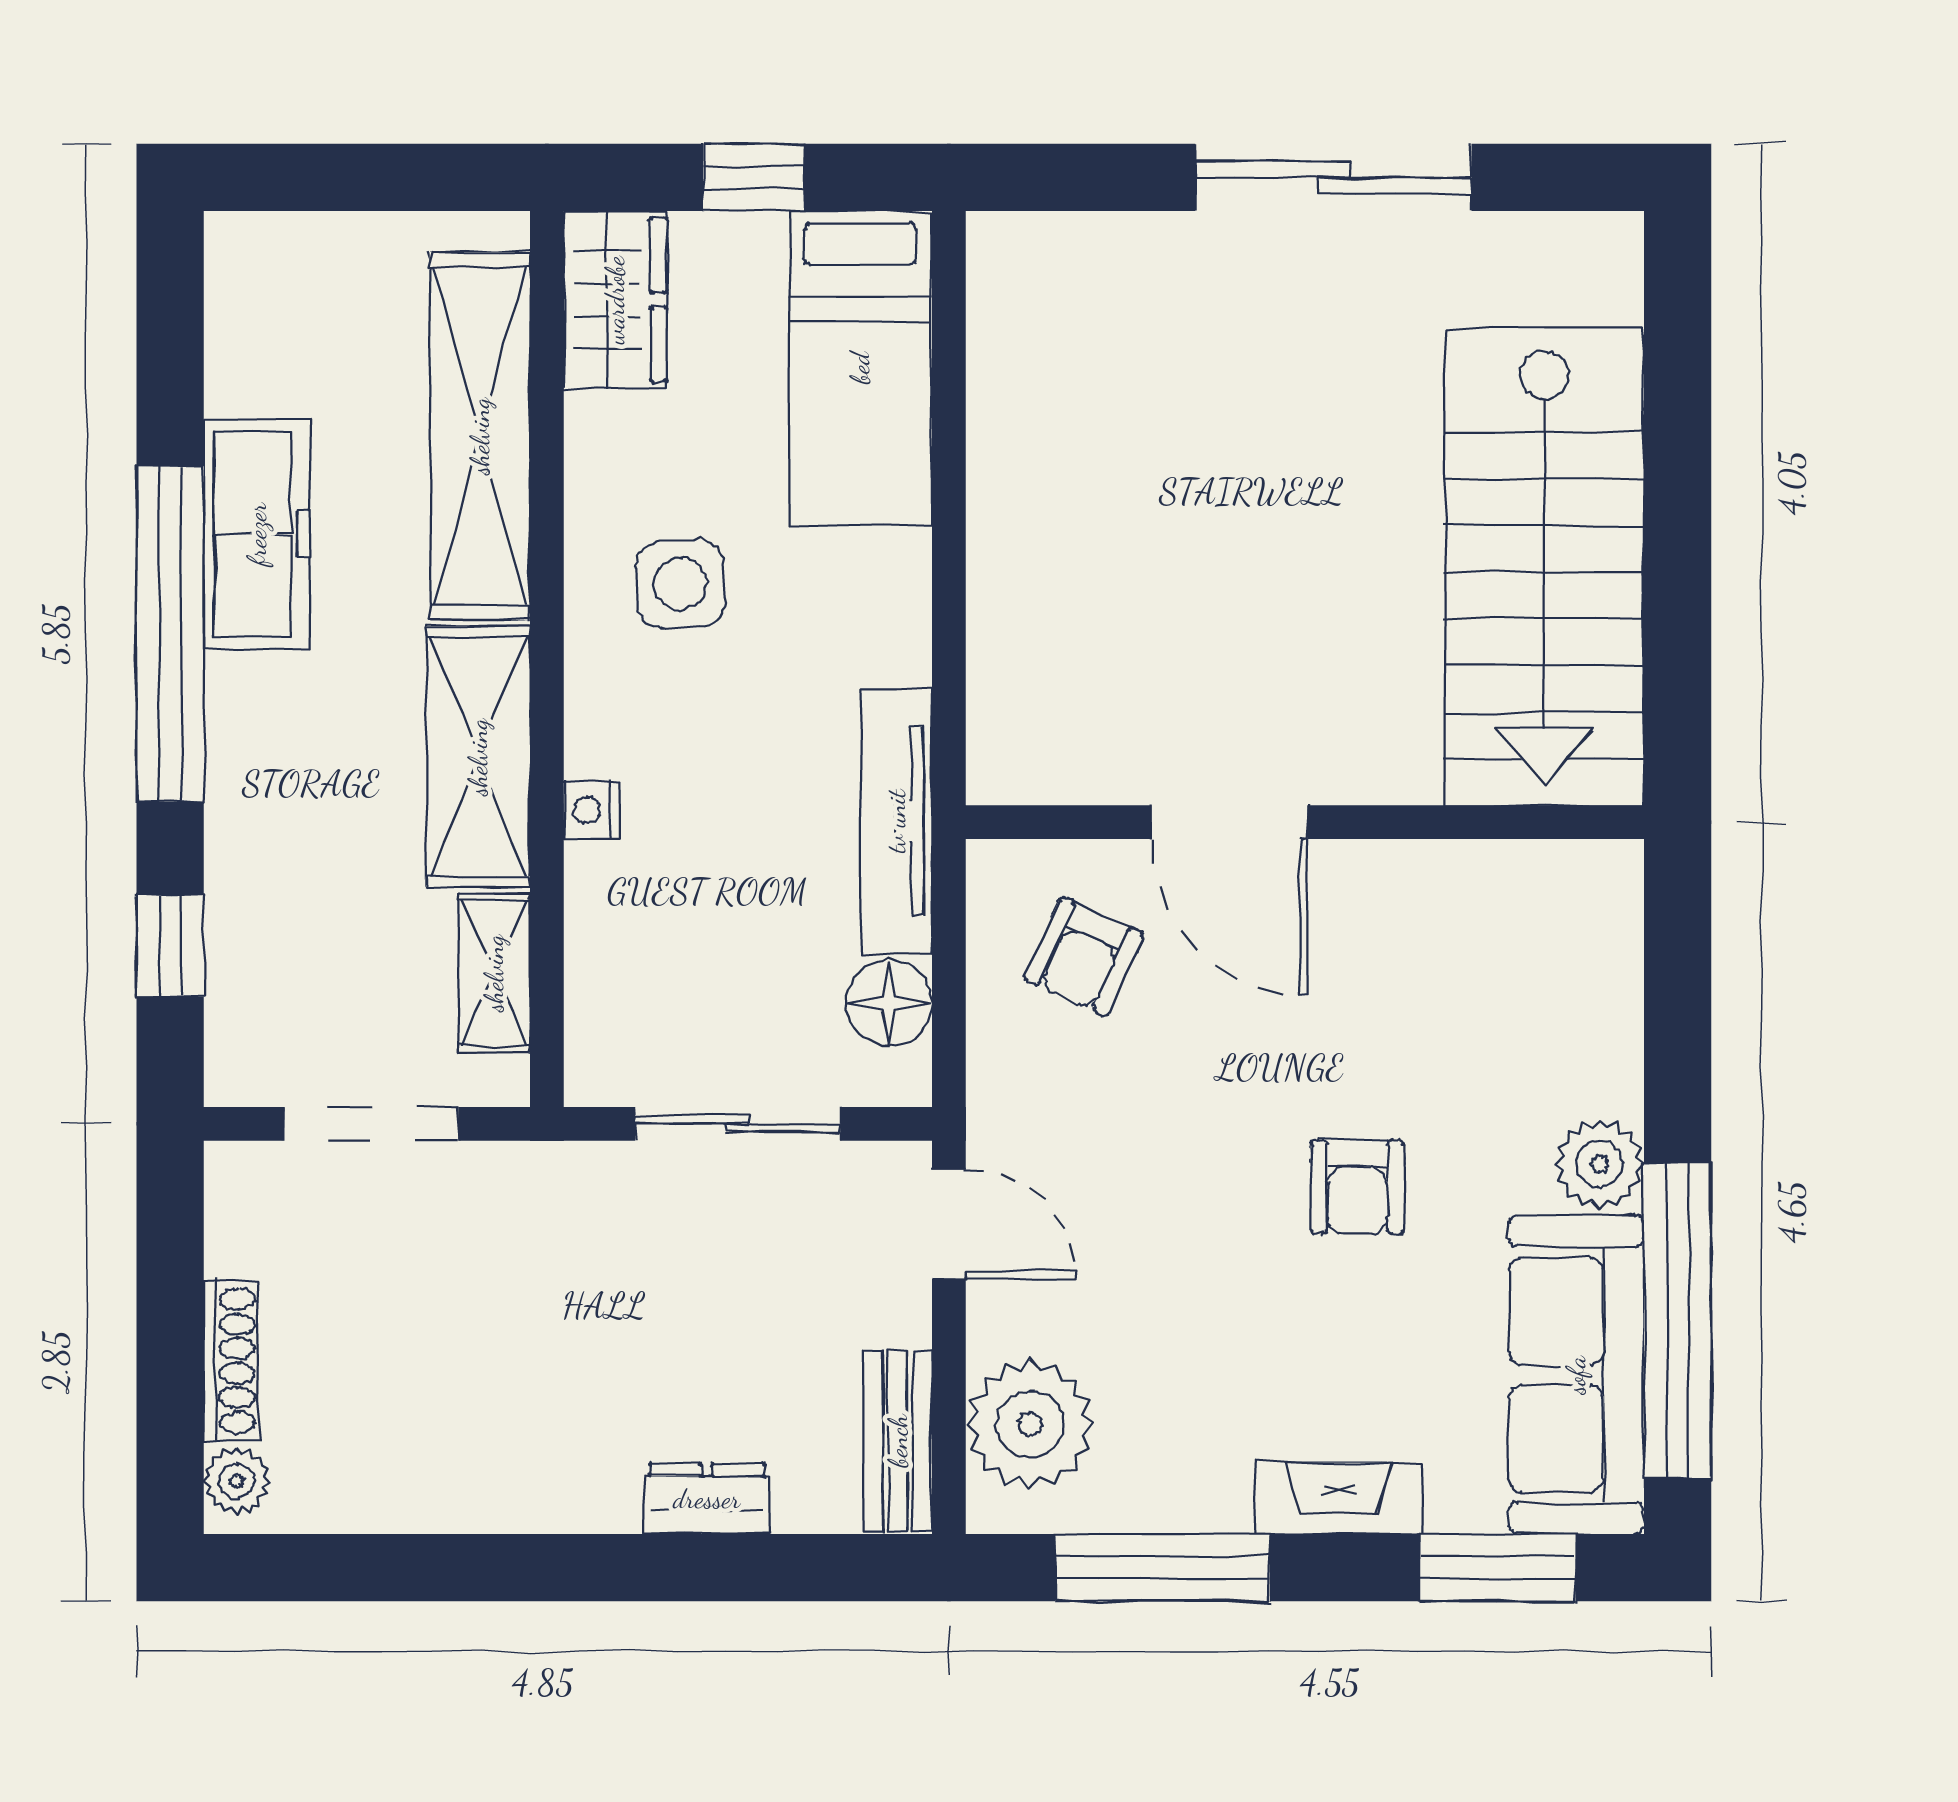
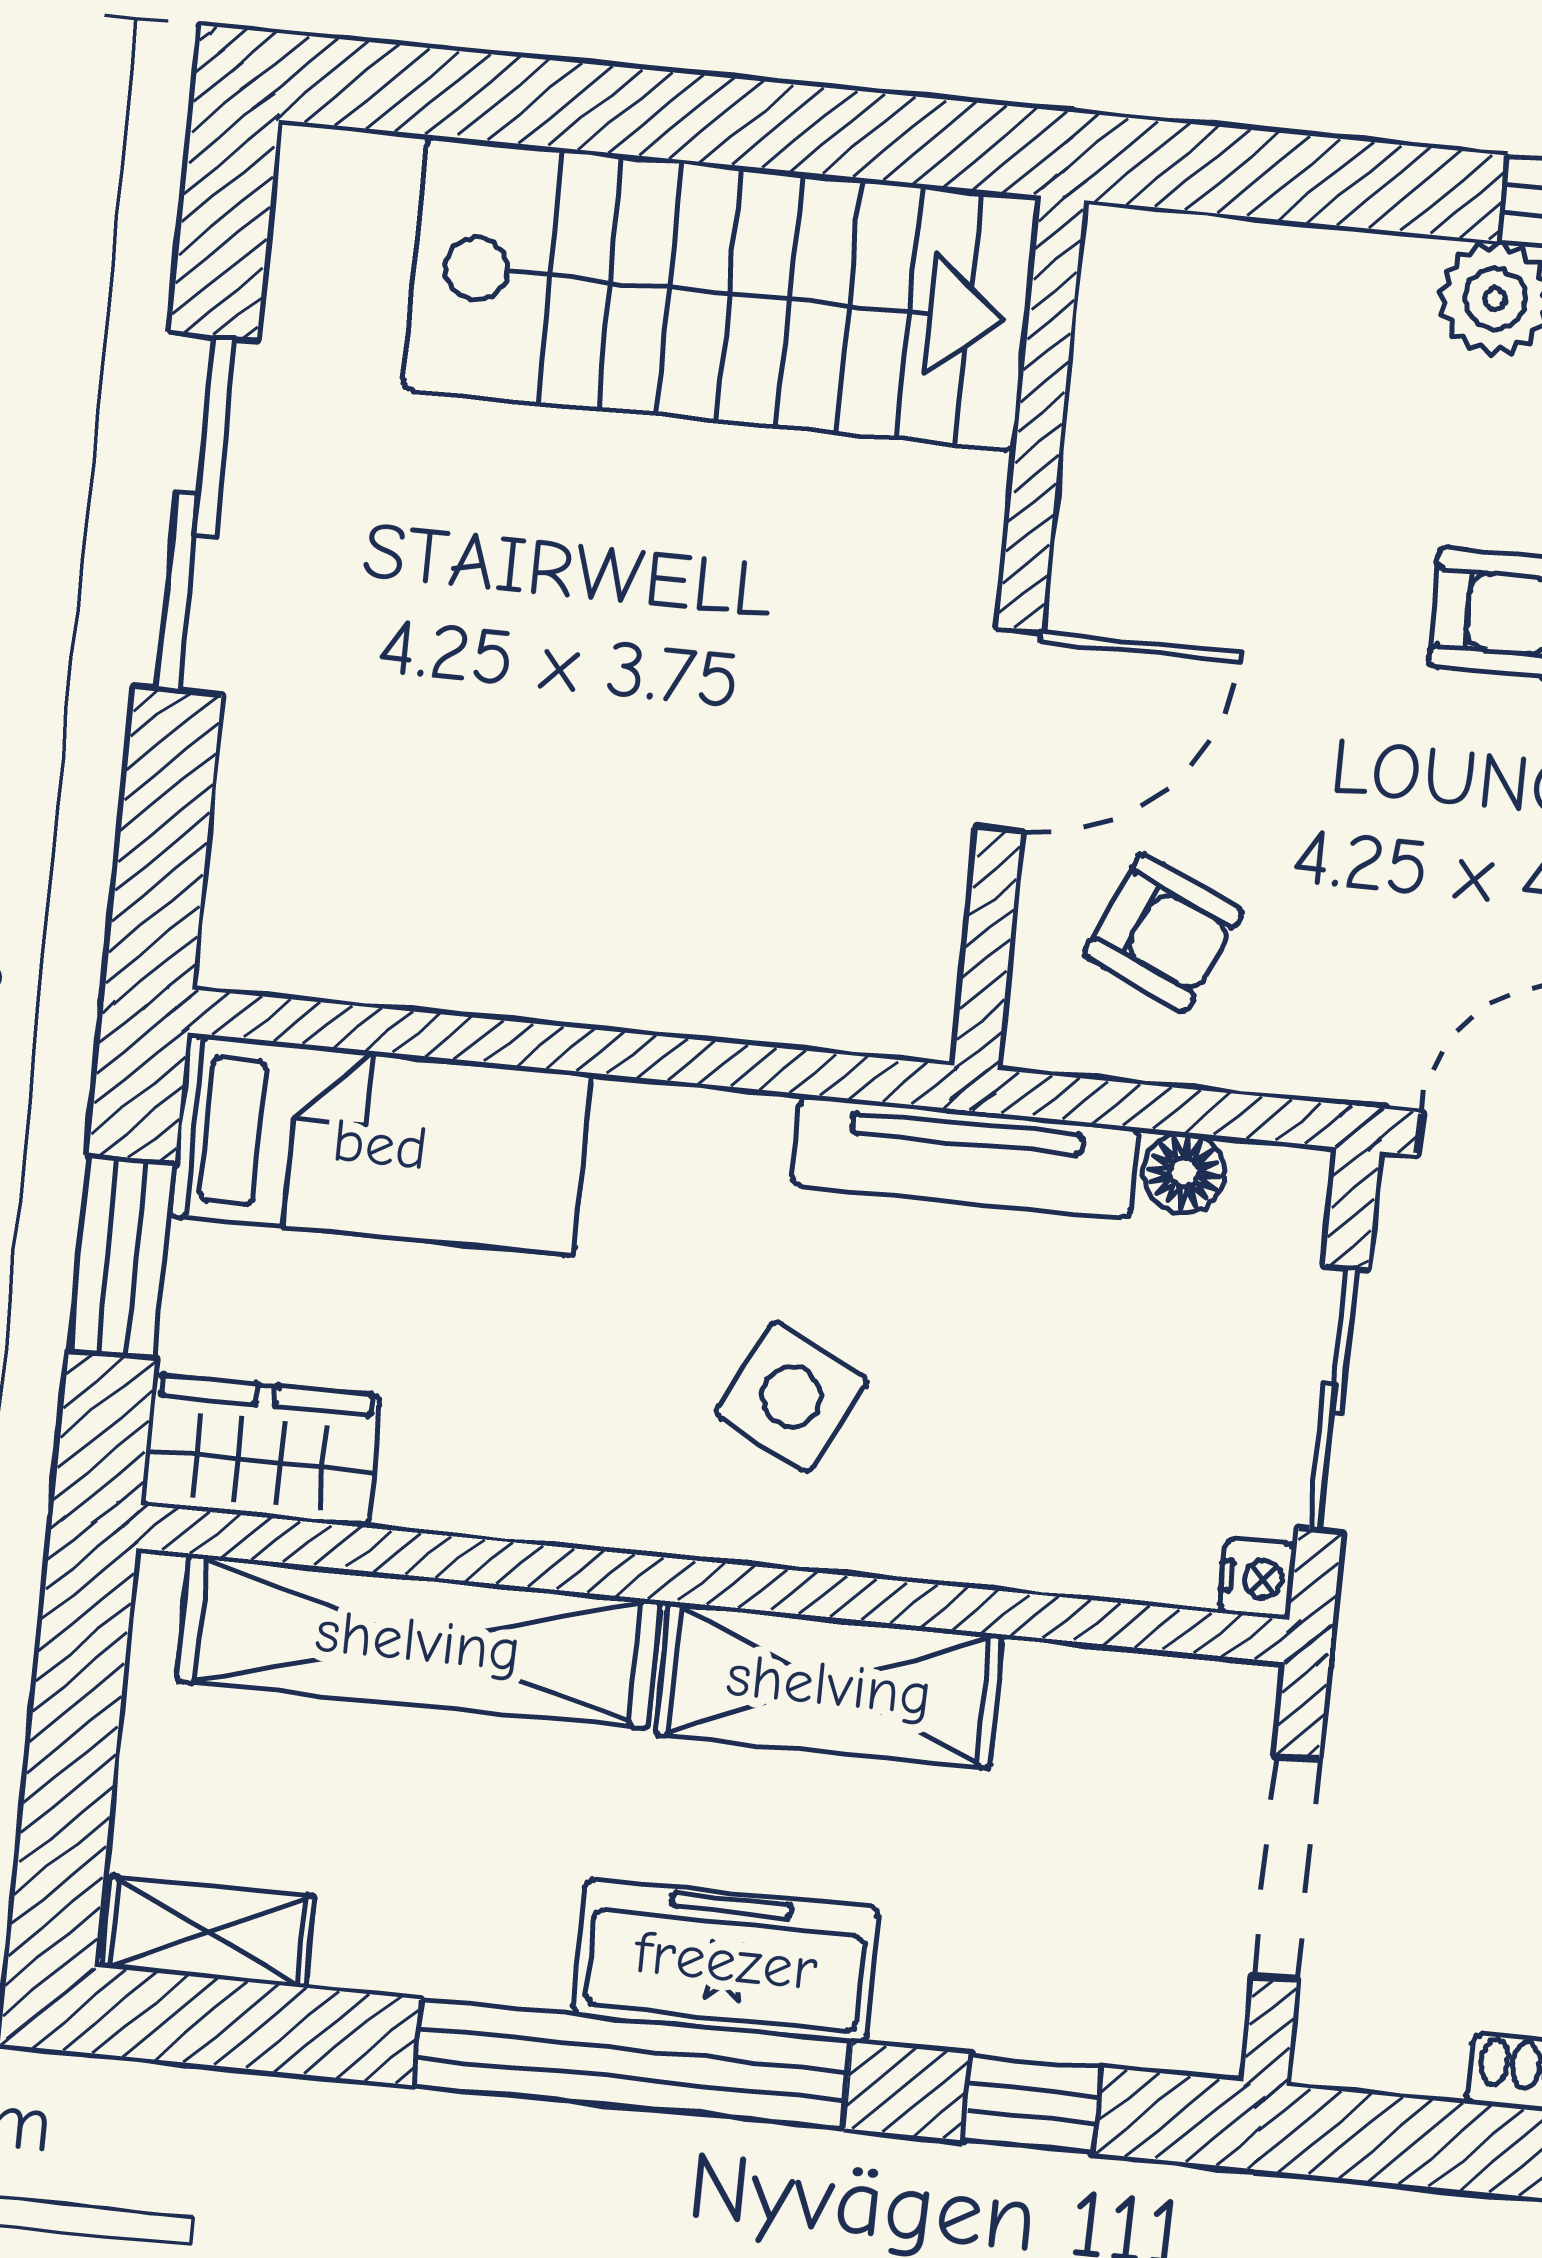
window: (754, 177) -> (122, 1257), width x1.50
freezer: (257, 534) -> (726, 1961), moved
side table: (680, 584) -> (791, 1396), moved, turned 31
nightstand: (591, 810) -> (1258, 1578), moved, turned -90
shelving: (494, 973) -> (208, 1932), moved
floor lamp: (889, 1003) -> (1184, 1173), width x0.73, depth x0.73

